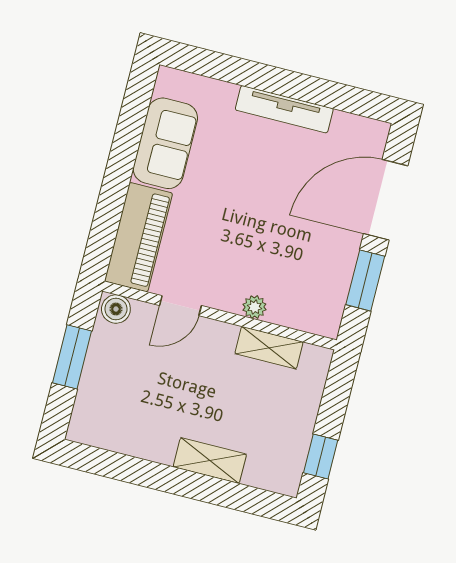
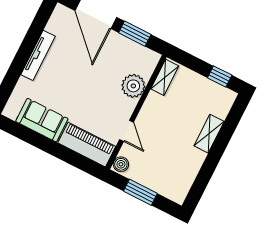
plant: (254, 307) -> (133, 86), width x1.88, depth x1.88
shelving: (269, 348) -> (165, 77), moved

